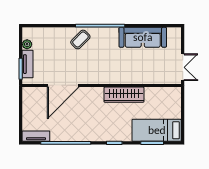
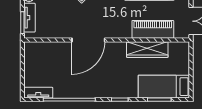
piano: (146, 75) -> (153, 29), added
door: (63, 85) -> (88, 40), moved
wardrobe: (124, 95) -> (147, 50), moved

